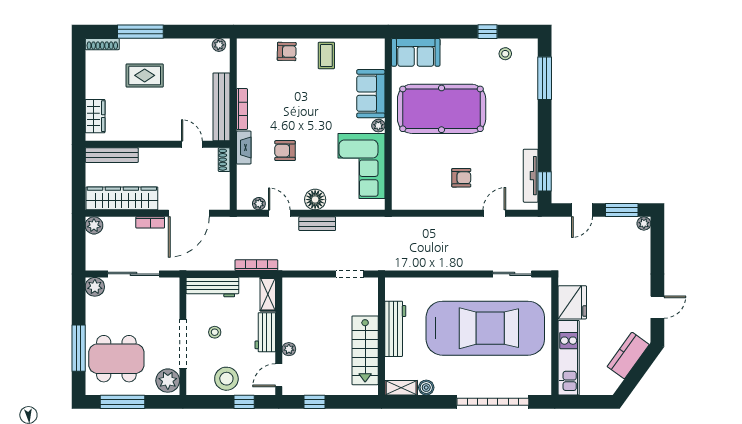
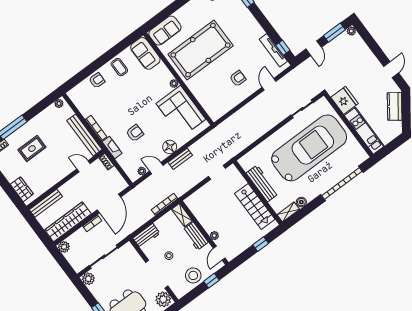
sofa: (371, 94) -> (145, 53), moved
armchair: (285, 151) -> (135, 133), turned 180
workbench: (212, 287) -> (146, 236), width x0.73
window: (314, 402) -> (261, 244), moved

